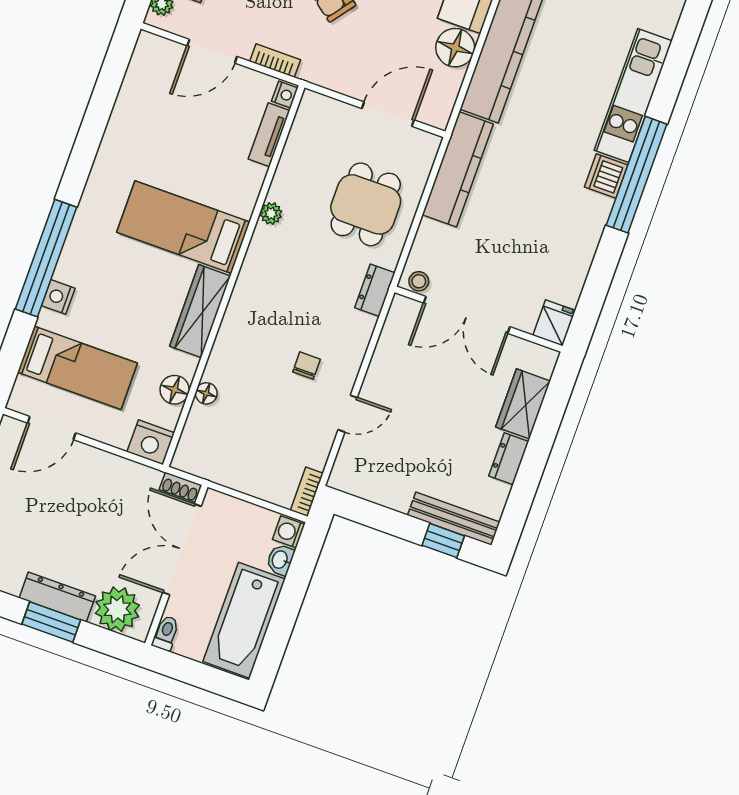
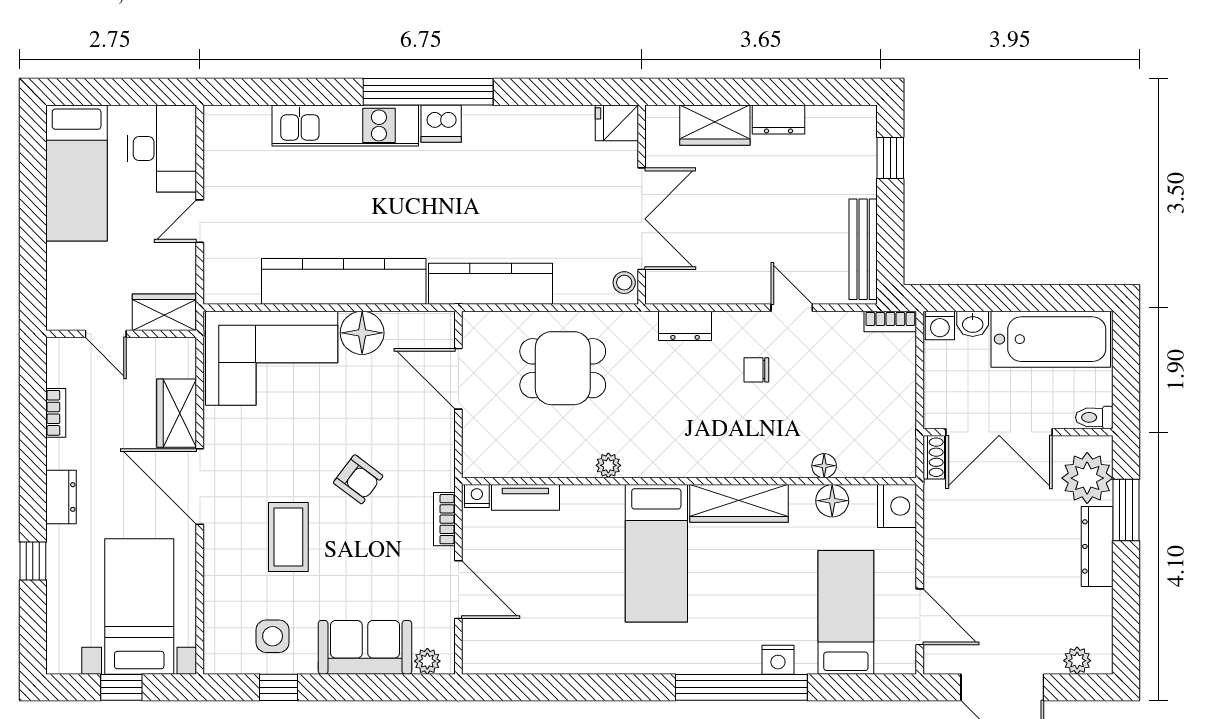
dresser: (375, 290) -> (685, 326), moved
bench: (454, 519) -> (863, 249), moved
window: (51, 622) -> (1126, 510), moved

